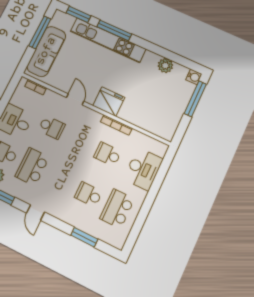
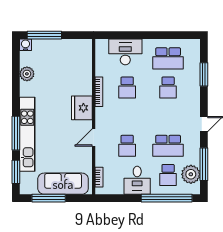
school desk: (52, 127) -> (127, 146), turned 180

